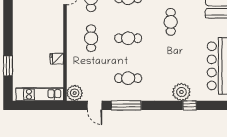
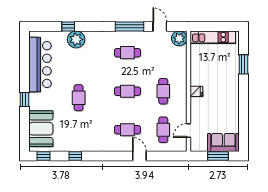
cafe table: (171, 22) -> (79, 98), moved
fridge: (57, 59) -> (196, 91), moved

